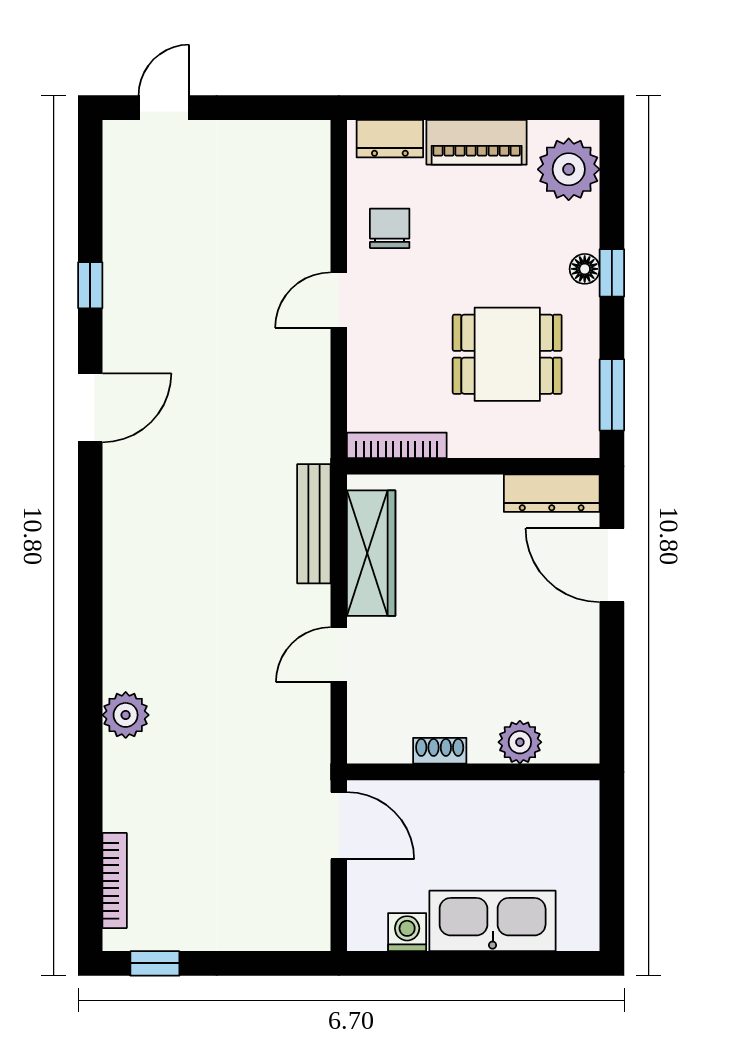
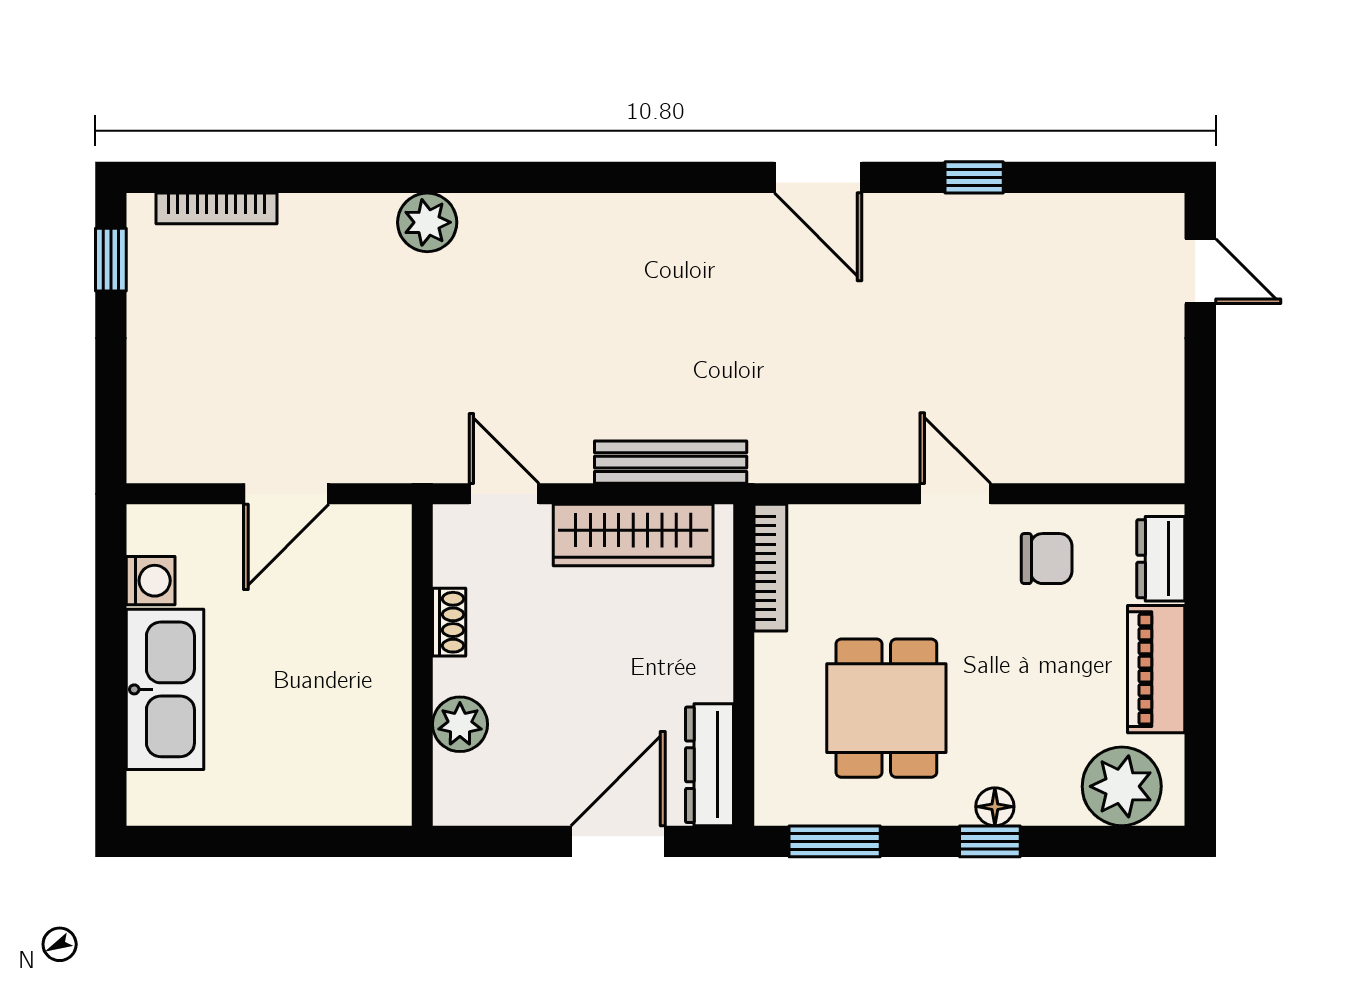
plant: (520, 742) -> (460, 724), moved
shoe rack: (440, 751) -> (449, 622), moved
wall: (473, 772) -> (422, 665), moved

